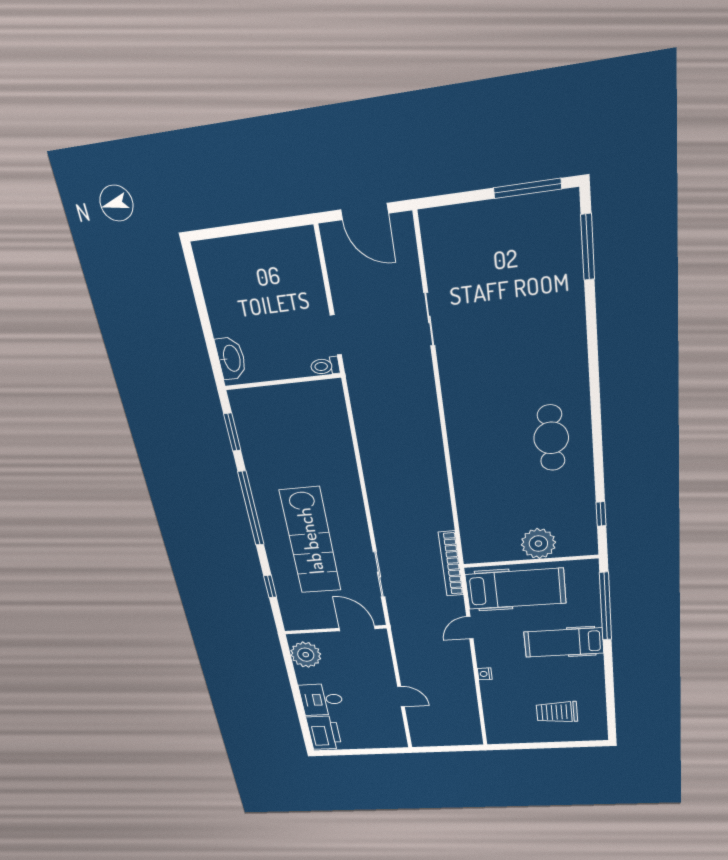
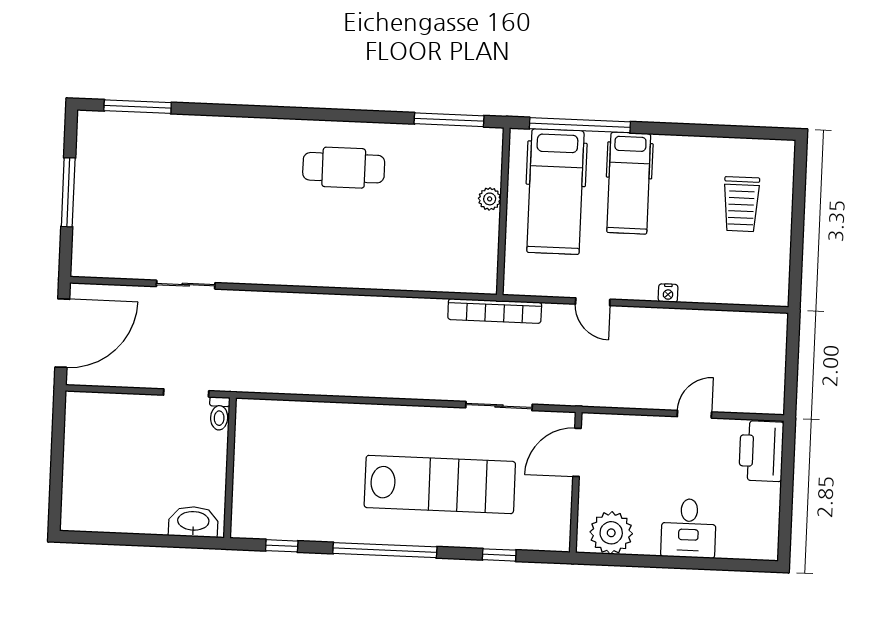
window: (527, 188) -> (68, 192), moved
door: (364, 212) -> (62, 333), width x1.36
window: (232, 432) -> (282, 546), width x0.67
window: (601, 514) -> (449, 120), width x2.17
plant: (538, 544) -> (490, 199), width x0.53, depth x0.53
hospital bed: (516, 589) -> (555, 192), moved, turned 180
printer: (324, 733) -> (761, 451), moved, turned -90

